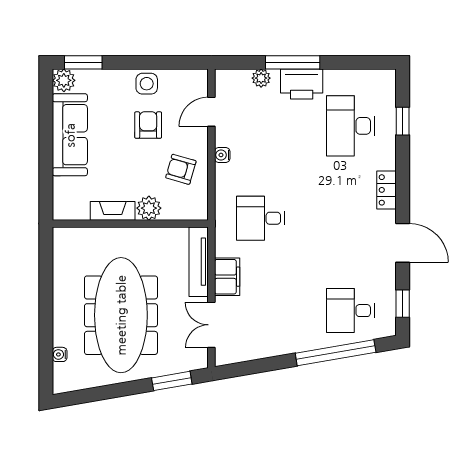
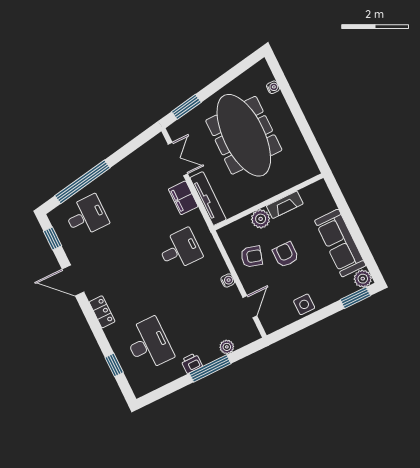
printer: (302, 84) -> (192, 363), width x0.53, depth x0.68
armchair: (148, 125) -> (286, 255), moved, turned 180

